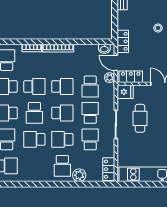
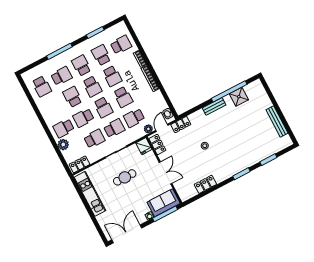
school desk: (34, 113) -> (92, 86), turned -90
cafe table: (140, 118) -> (125, 177), moved
school desk: (62, 139) -> (83, 118), turned -90

